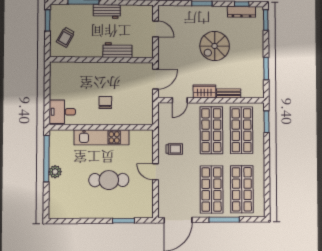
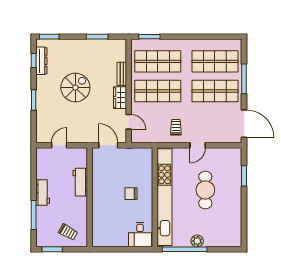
spiral stairs: (215, 46) -> (75, 88), turned -90
kitchen unit: (102, 137) -> (165, 197), width x1.86

